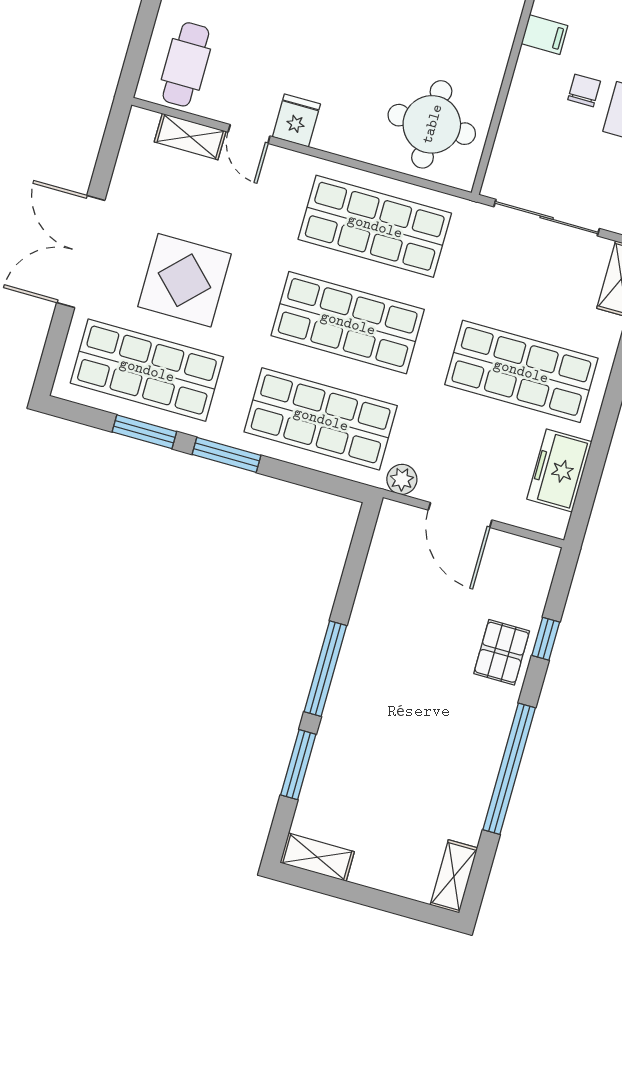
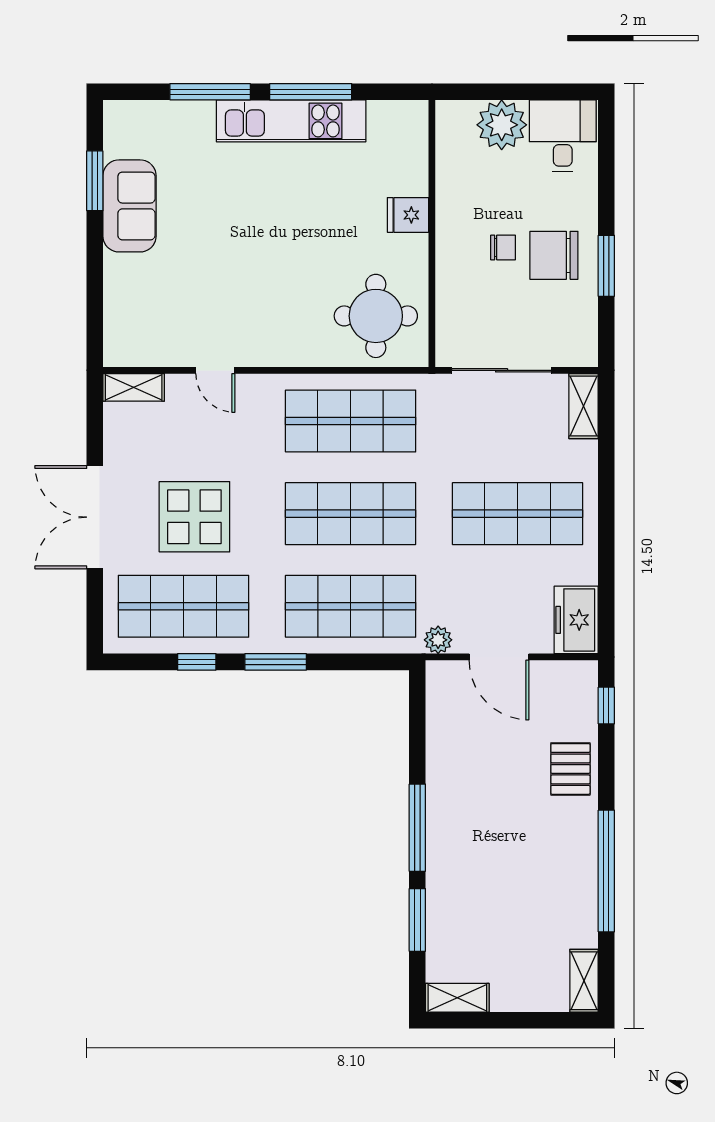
filing cabinet: (545, 35) -> (454, 208), removed
cafe table: (186, 64) -> (142, 324), removed
chair: (584, 90) -> (503, 248), turned 90
fridge: (296, 120) -> (408, 215), moved, turned -90
shelving: (190, 137) -> (134, 387), moved
window: (144, 432) -> (197, 662), width x0.67
freezer: (559, 470) -> (576, 620), moved
window: (546, 639) -> (606, 705), moved

